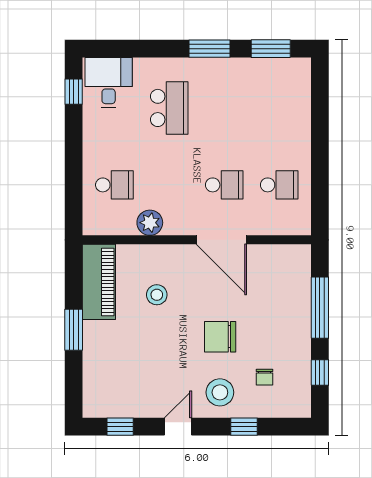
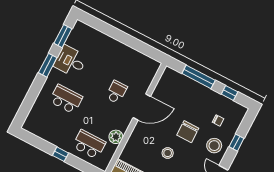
desk: (109, 83) -> (70, 61), moved
window: (74, 92) -> (60, 154), moved
school desk: (114, 185) -> (89, 144), width x1.85
school desk: (279, 185) -> (130, 66), removed
stool: (157, 295) -> (168, 153), moved

